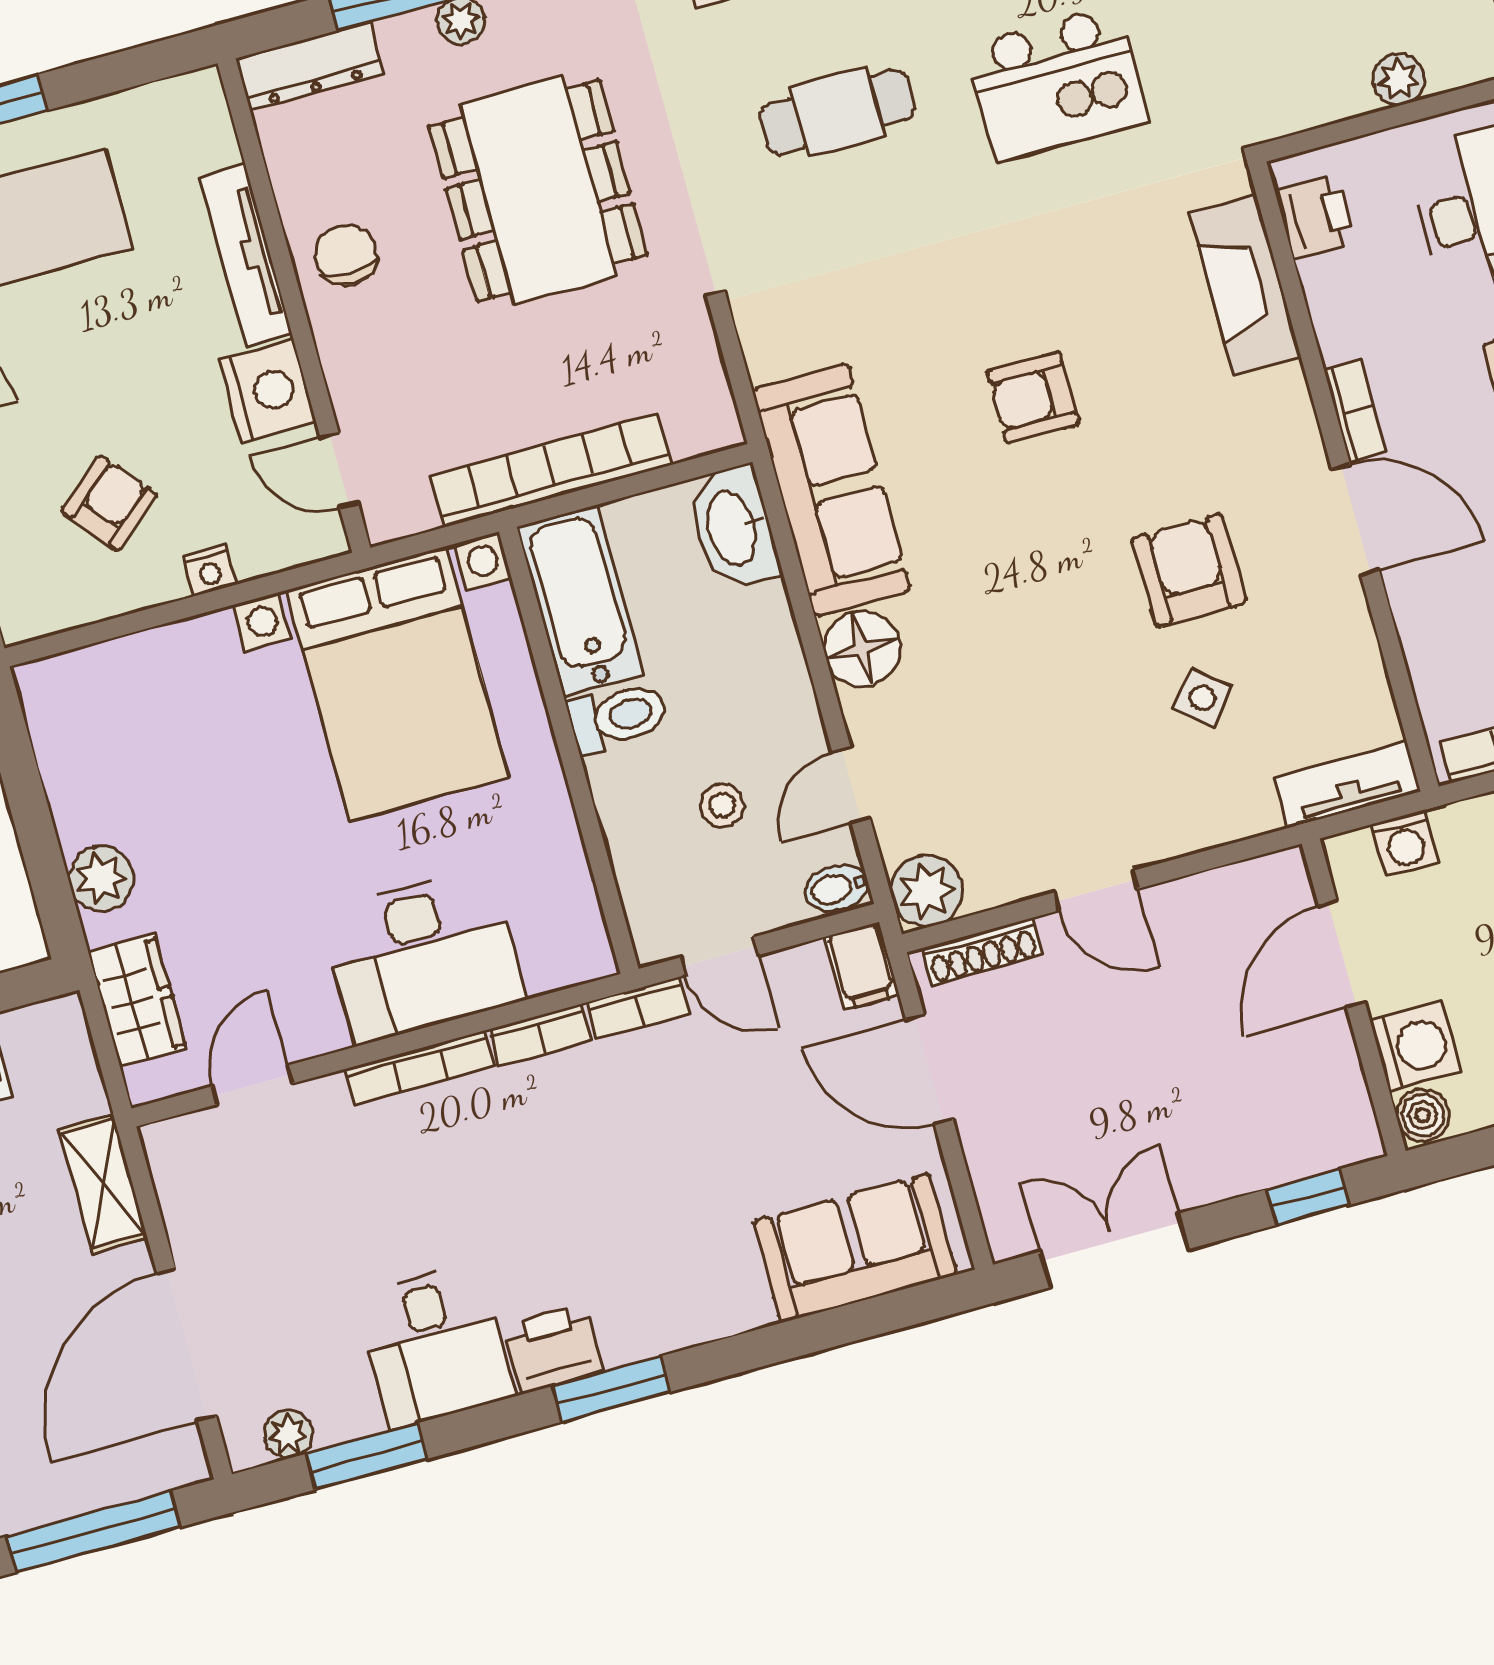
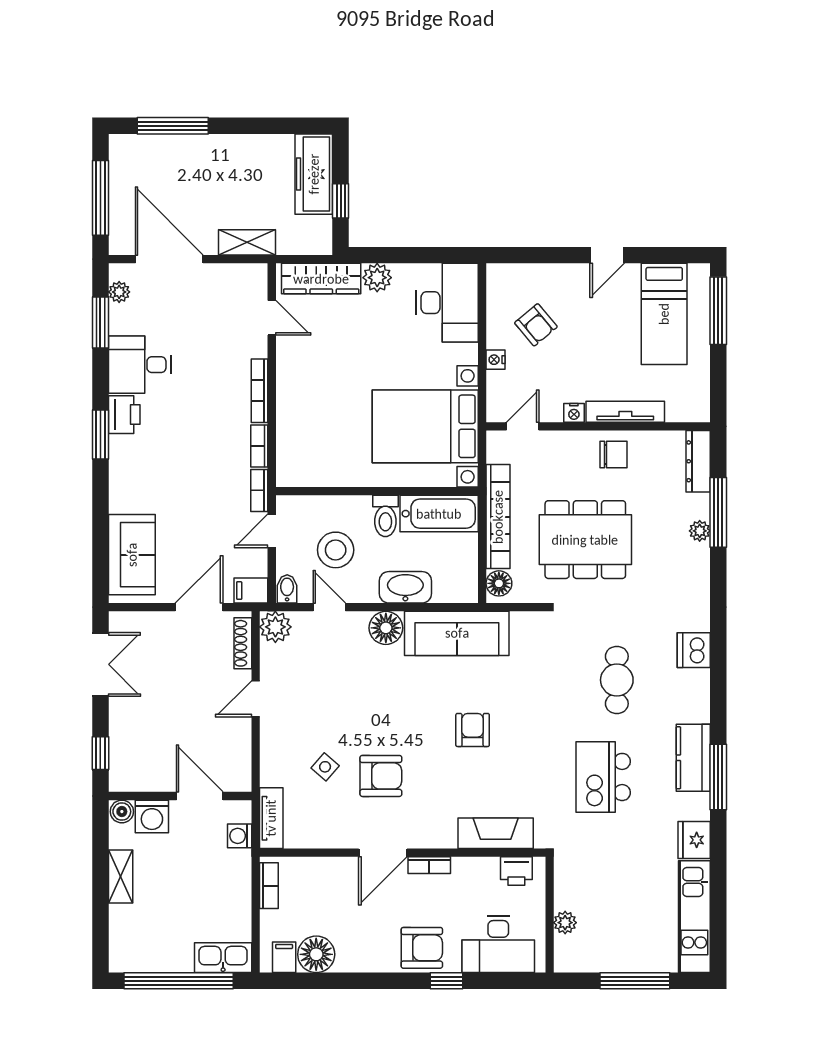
dining table: (538, 191) -> (585, 540), moved
nightstand: (268, 391) -> (574, 413), width x0.53, depth x0.56
floor lamp: (697, 428) -> (499, 583), added
washbasin: (733, 528) -> (405, 587), moved
stool: (722, 805) -> (336, 550), width x1.89, depth x1.89
desk: (423, 956) -> (447, 303), moved, turned 180
wardrobe: (137, 1000) -> (321, 279), width x1.50

